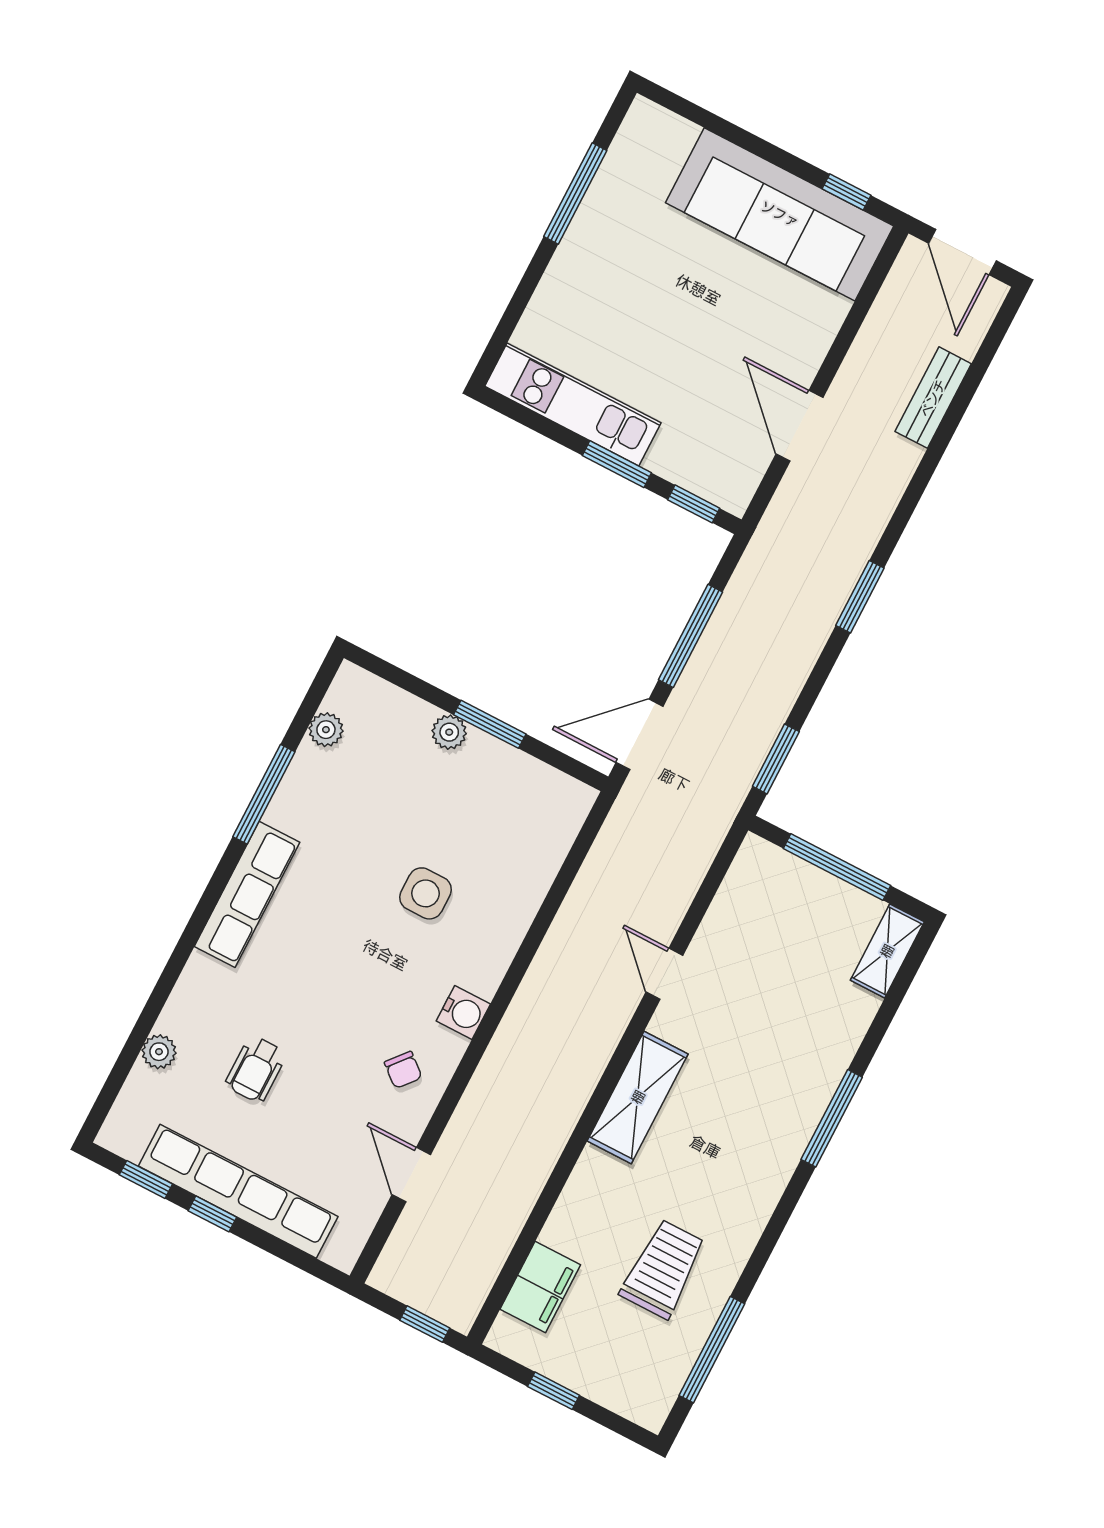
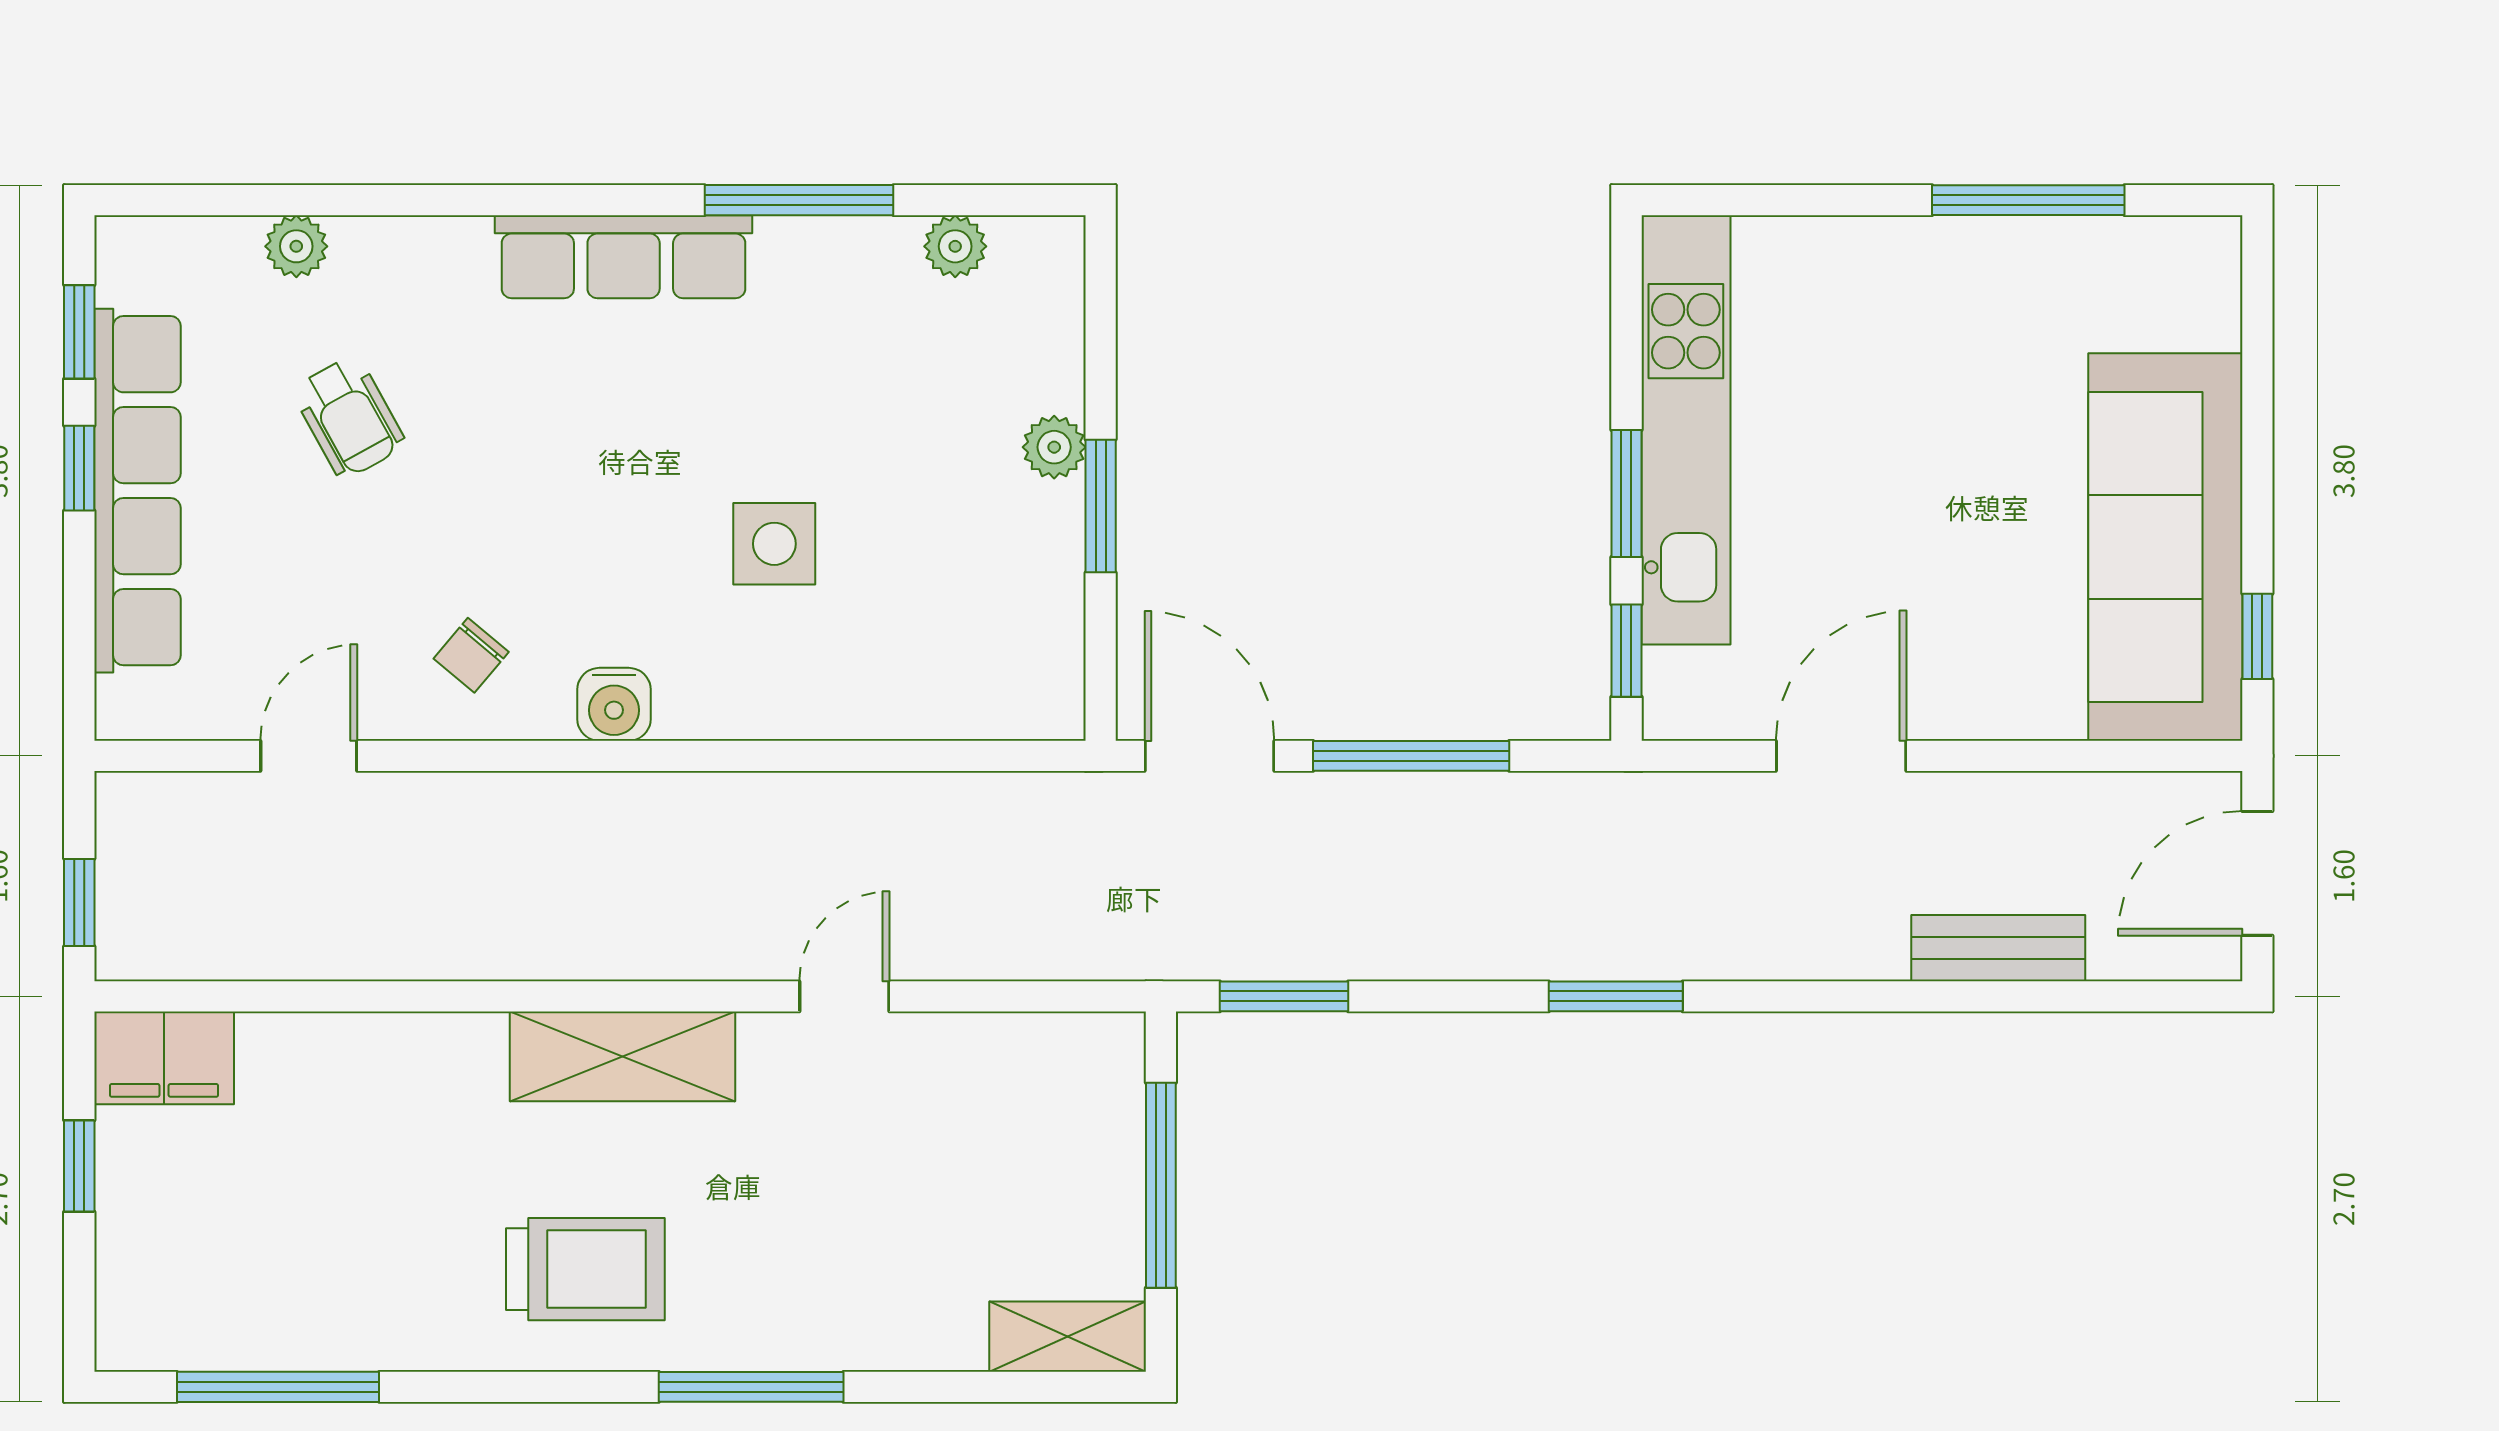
kitchen unit: (573, 404) -> (1686, 430), width x1.36
wheelchair: (256, 1069) -> (349, 417), turned -119
trolley: (663, 1269) -> (585, 1269), moved
filing cabinet: (540, 1287) -> (164, 1058), moved

